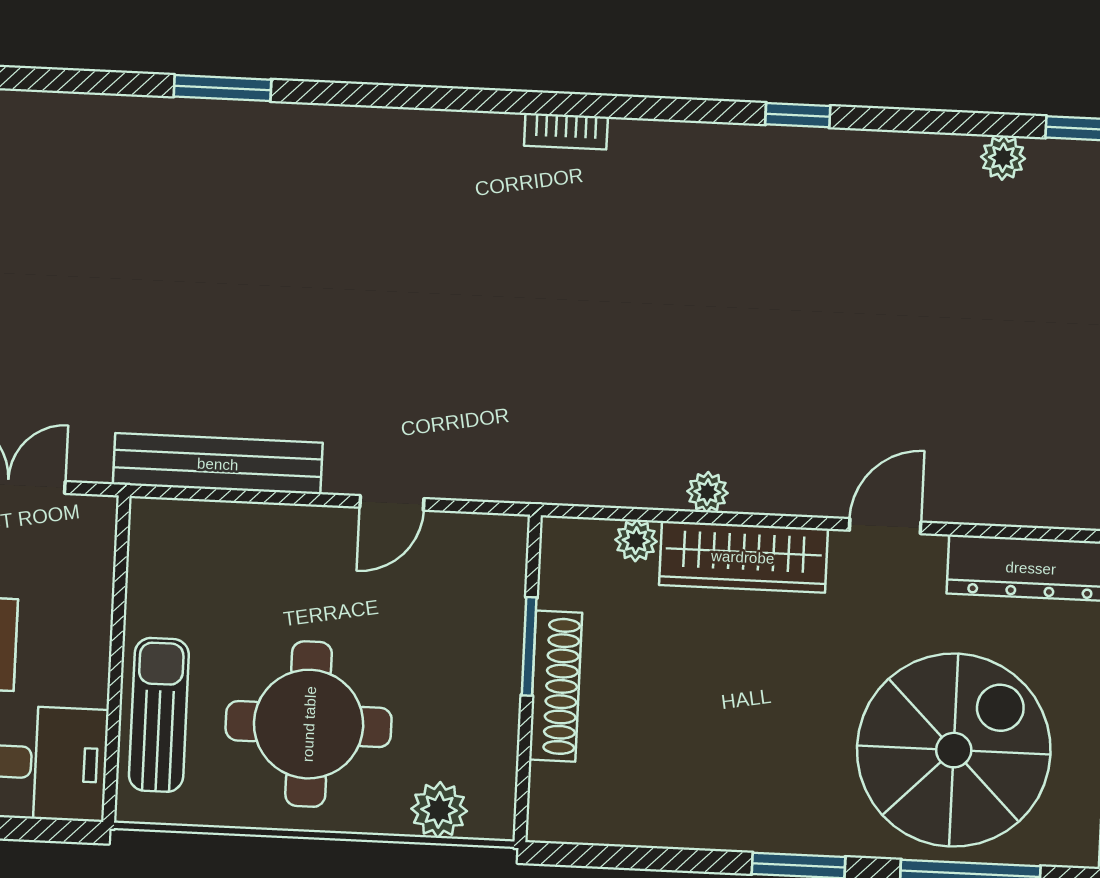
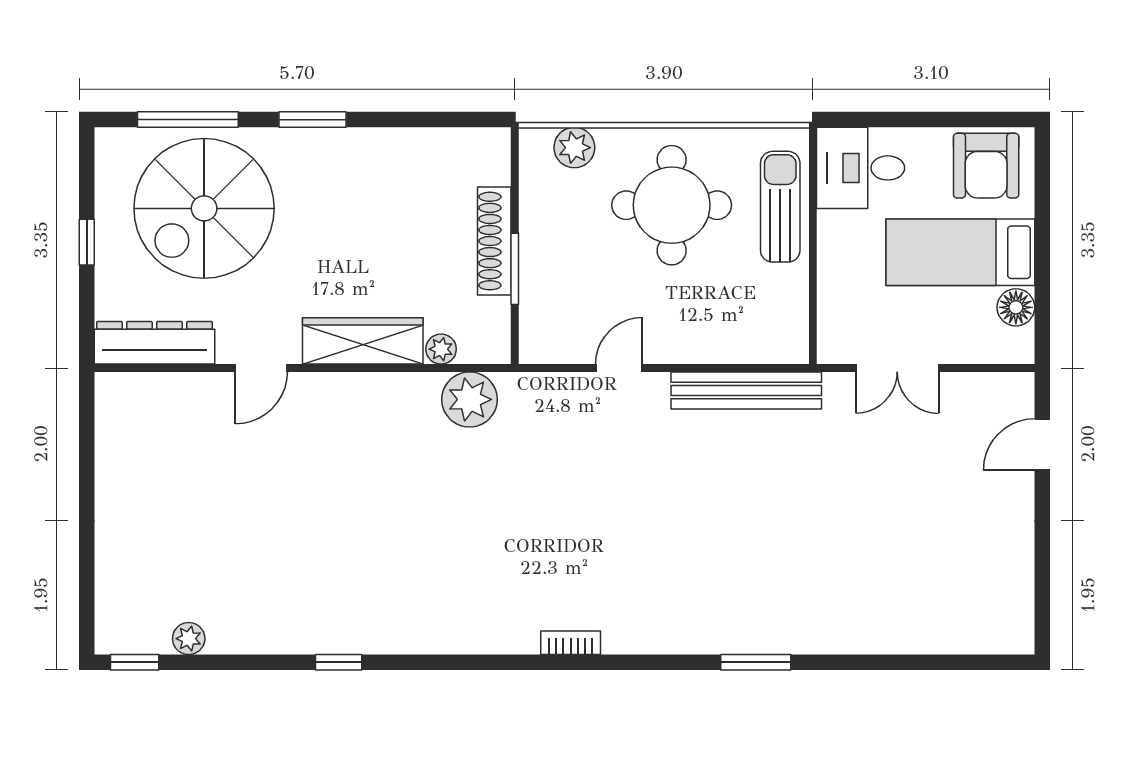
bookcase: (566, 131) -> (571, 643), moved
plant: (707, 492) -> (470, 399), moved, width x1.87, depth x1.87
sun lounger: (159, 715) -> (780, 207), turned 180

